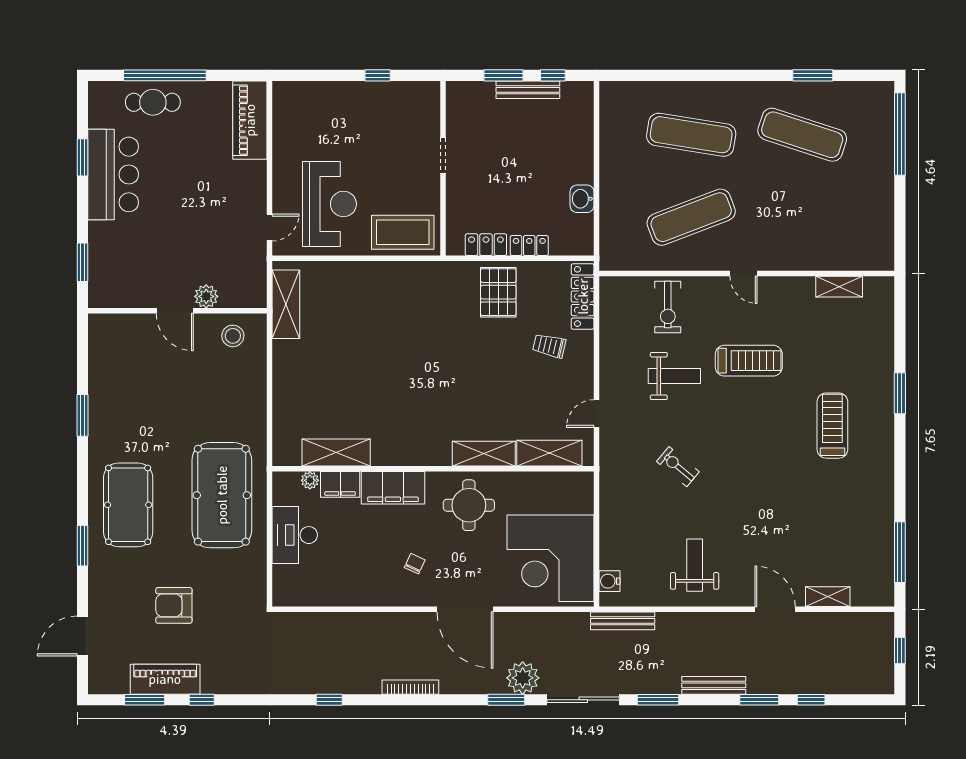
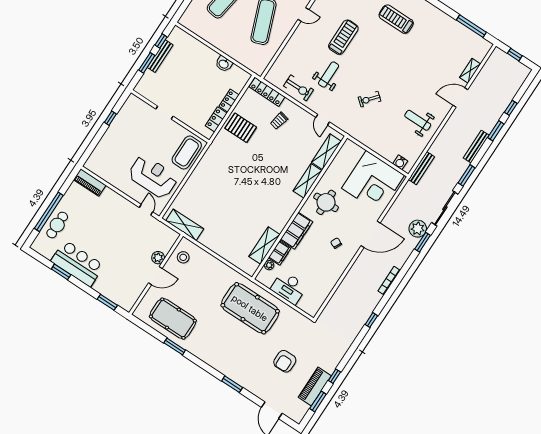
piano: (250, 120) -> (90, 182), width x0.73, depth x0.75
exercise bike: (668, 307) -> (299, 88), moved
pool table: (128, 505) -> (173, 319), moved

